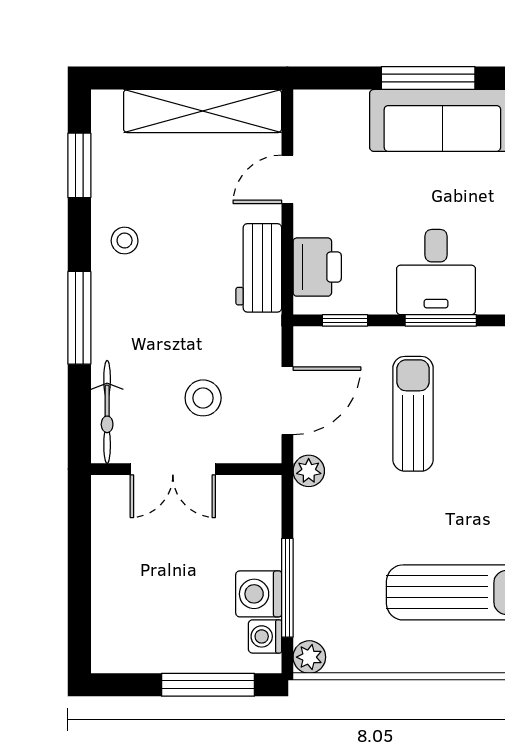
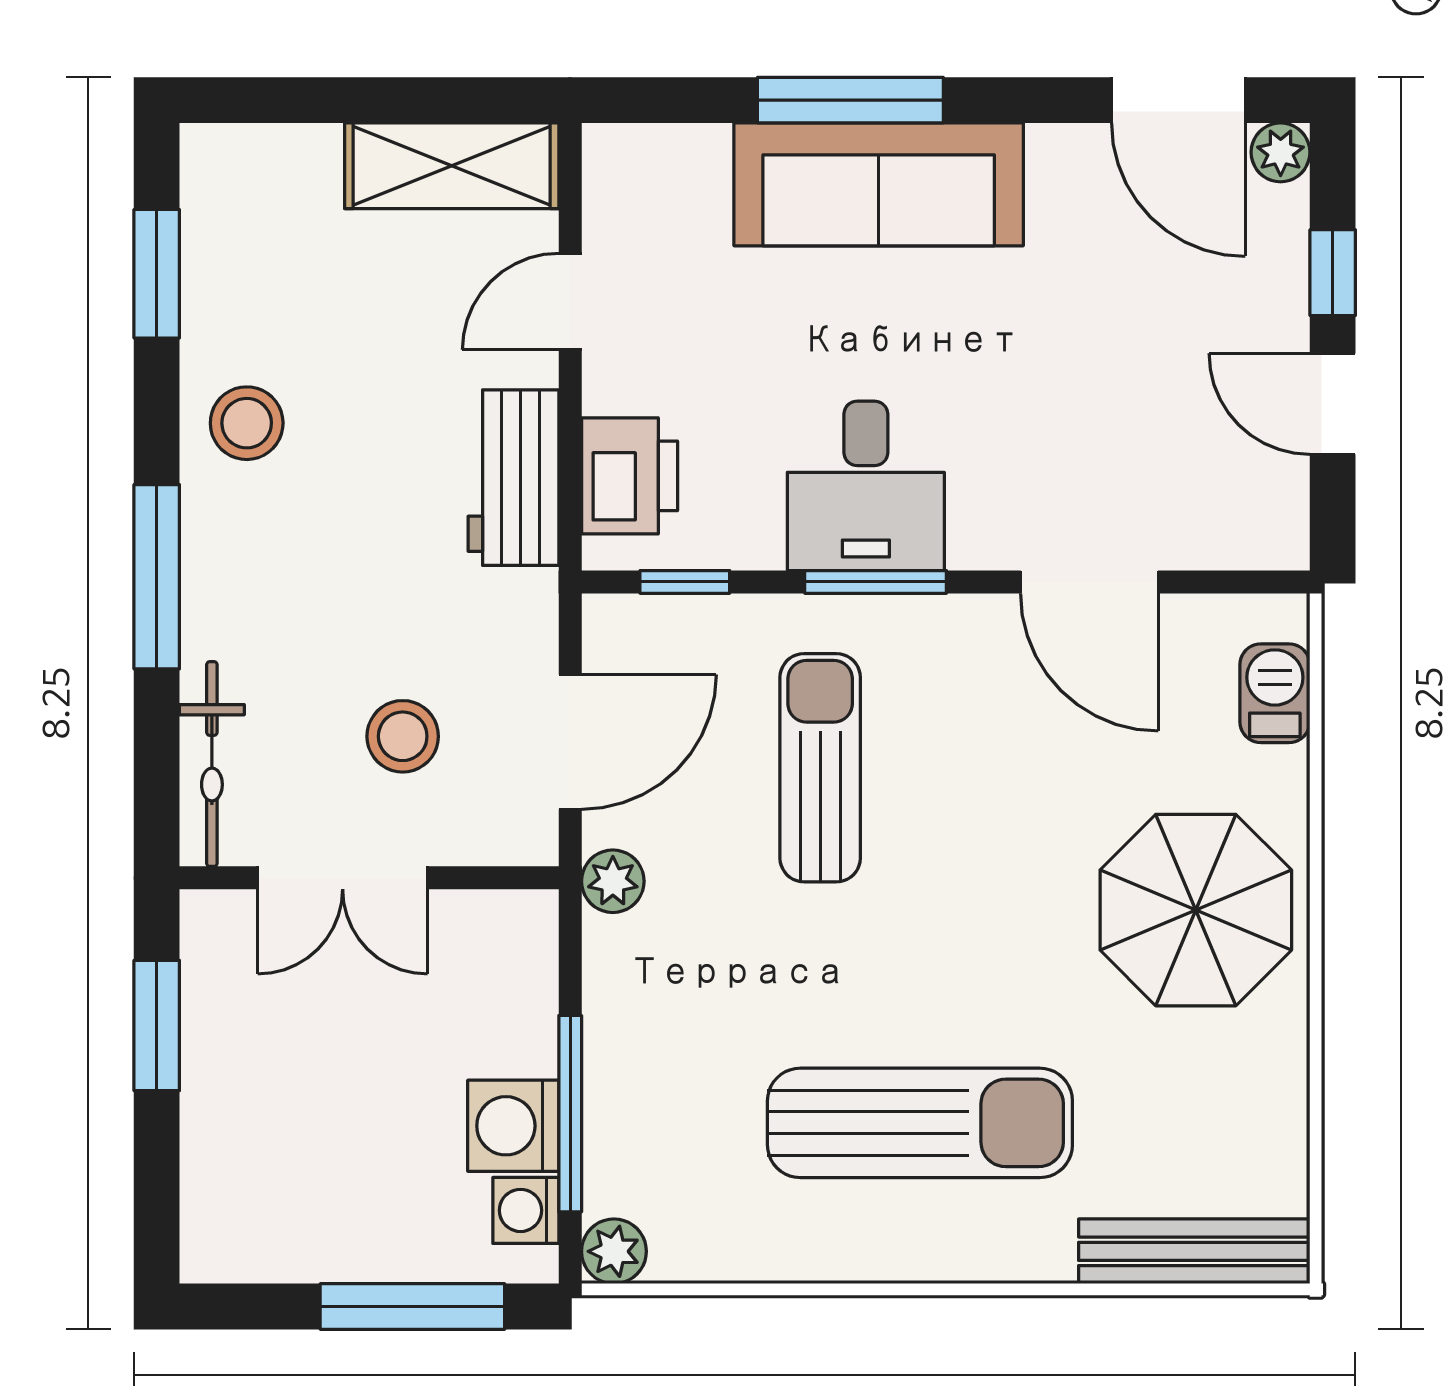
shelving: (203, 111) -> (452, 166), width x0.68
stool: (125, 241) -> (247, 423), width x1.37, depth x1.37
window: (79, 543) -> (157, 1025), added

